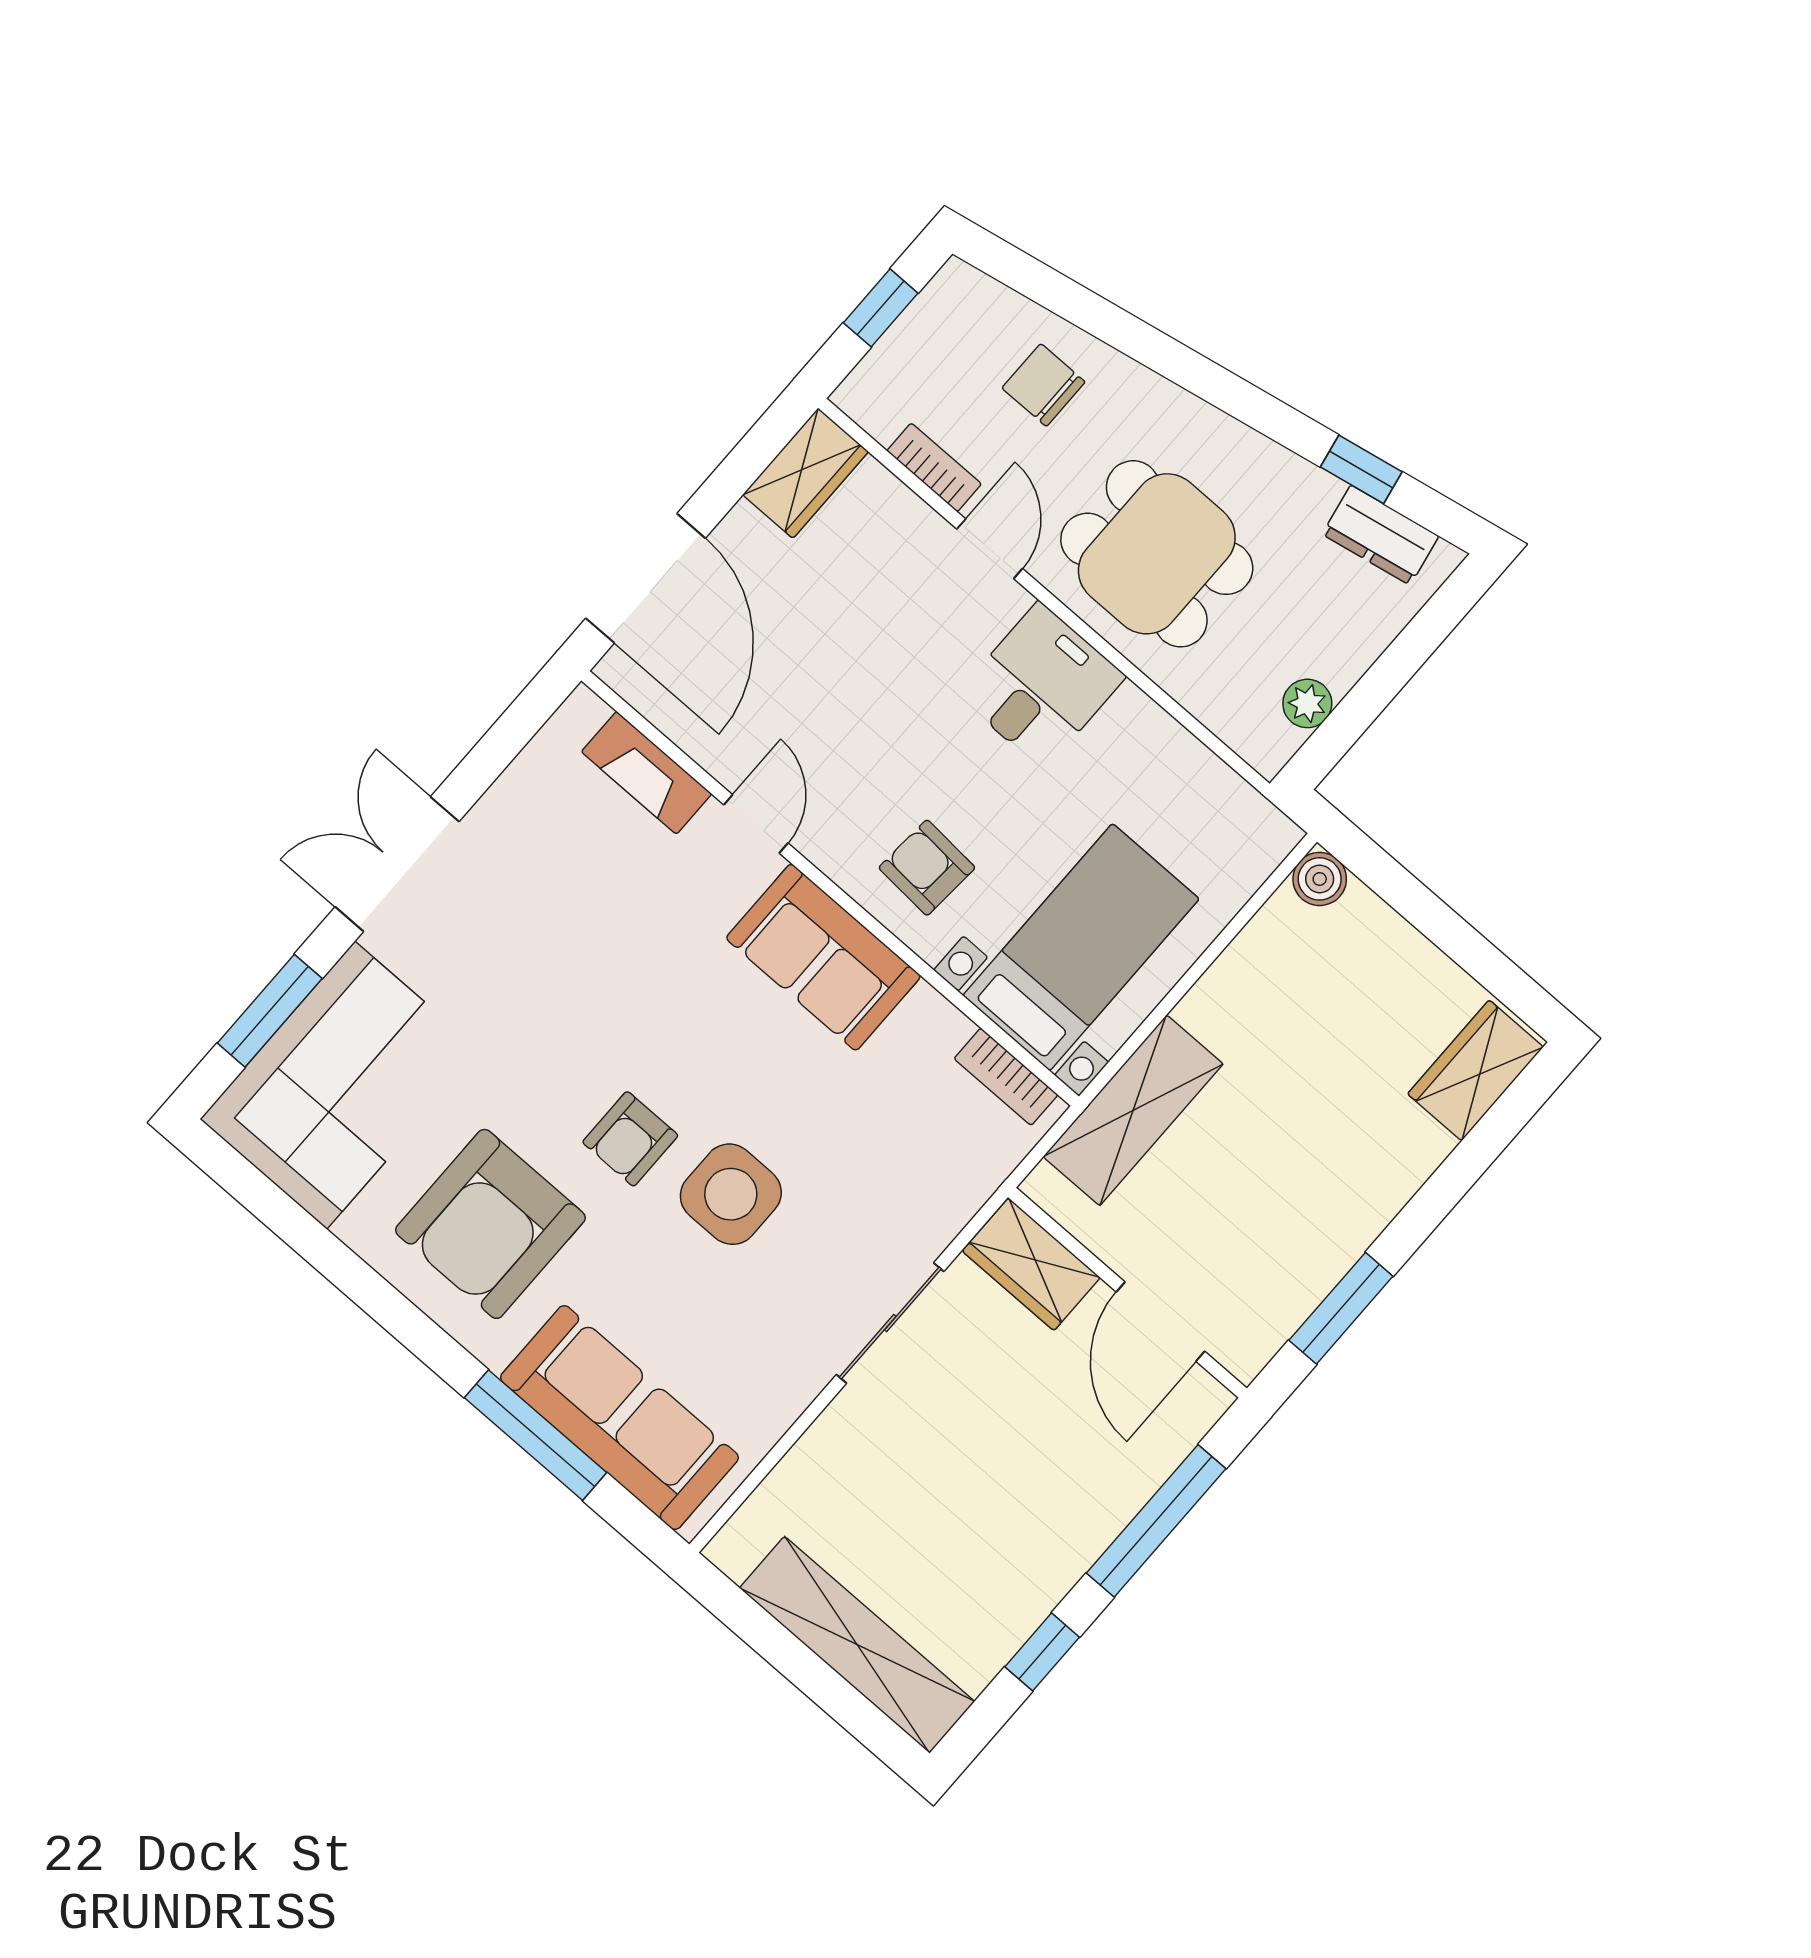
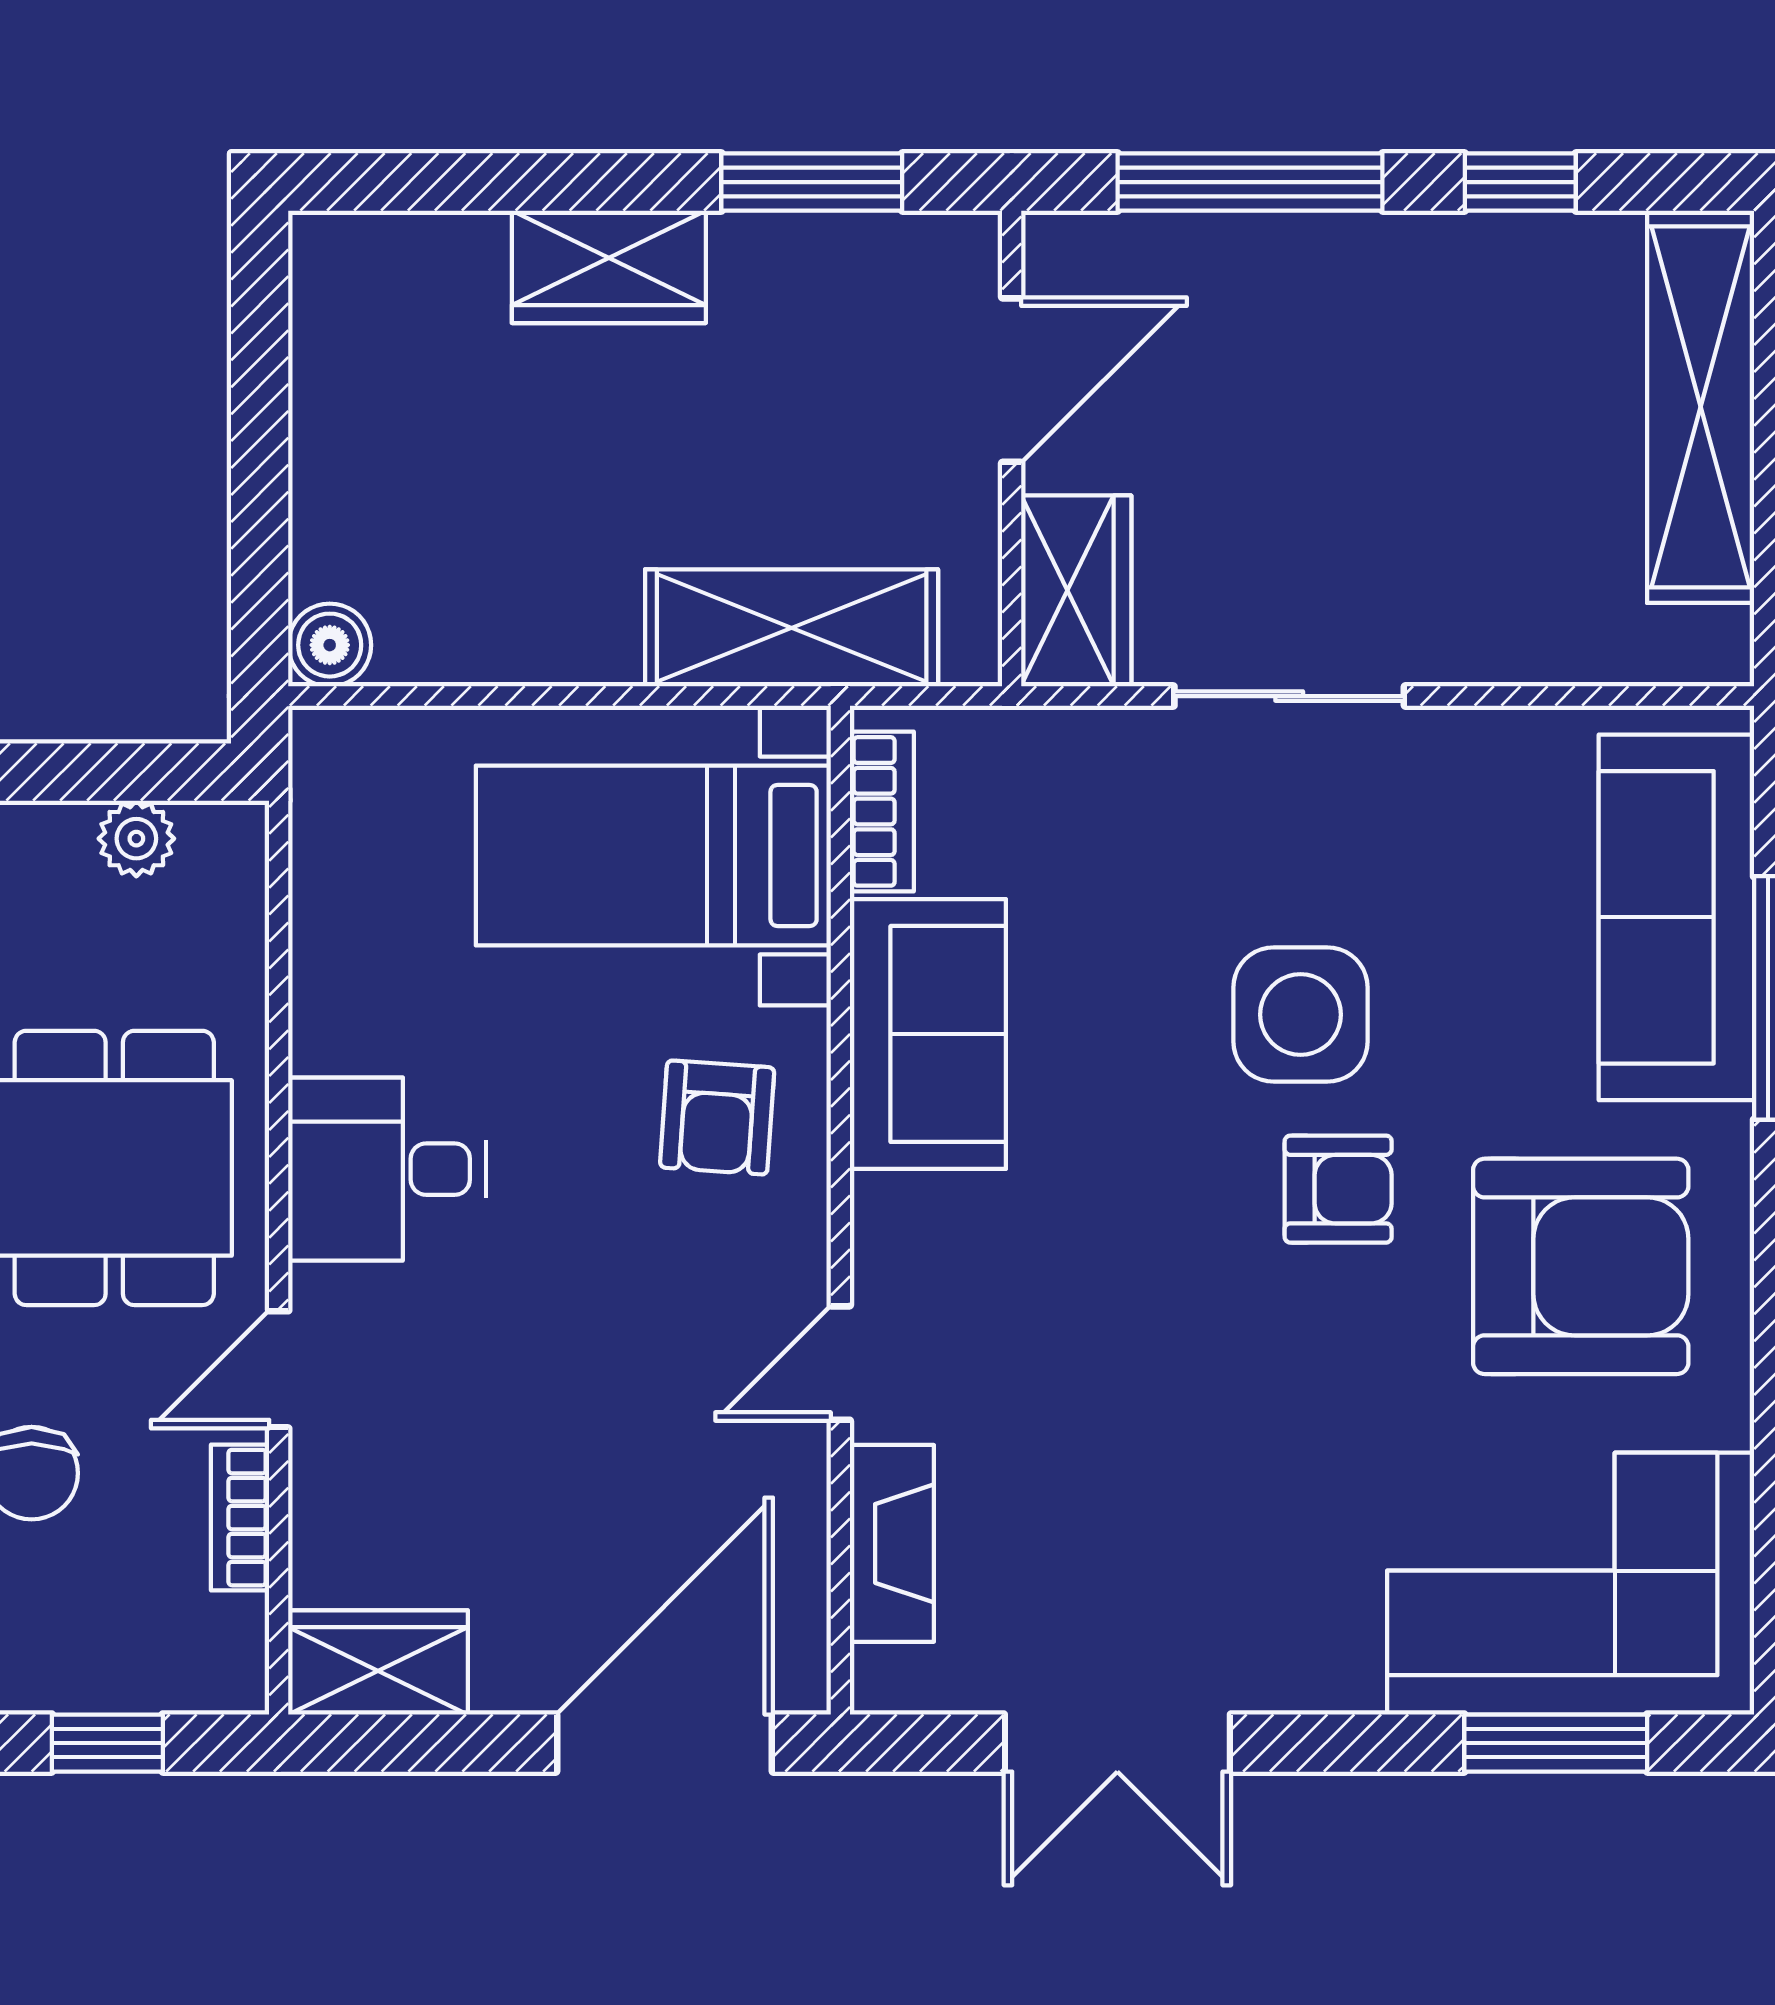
double door: (397, 864) -> (1117, 1743), moved
sofa: (823, 957) -> (928, 1034), moved
wardrobe: (1475, 1070) -> (609, 267), moved

